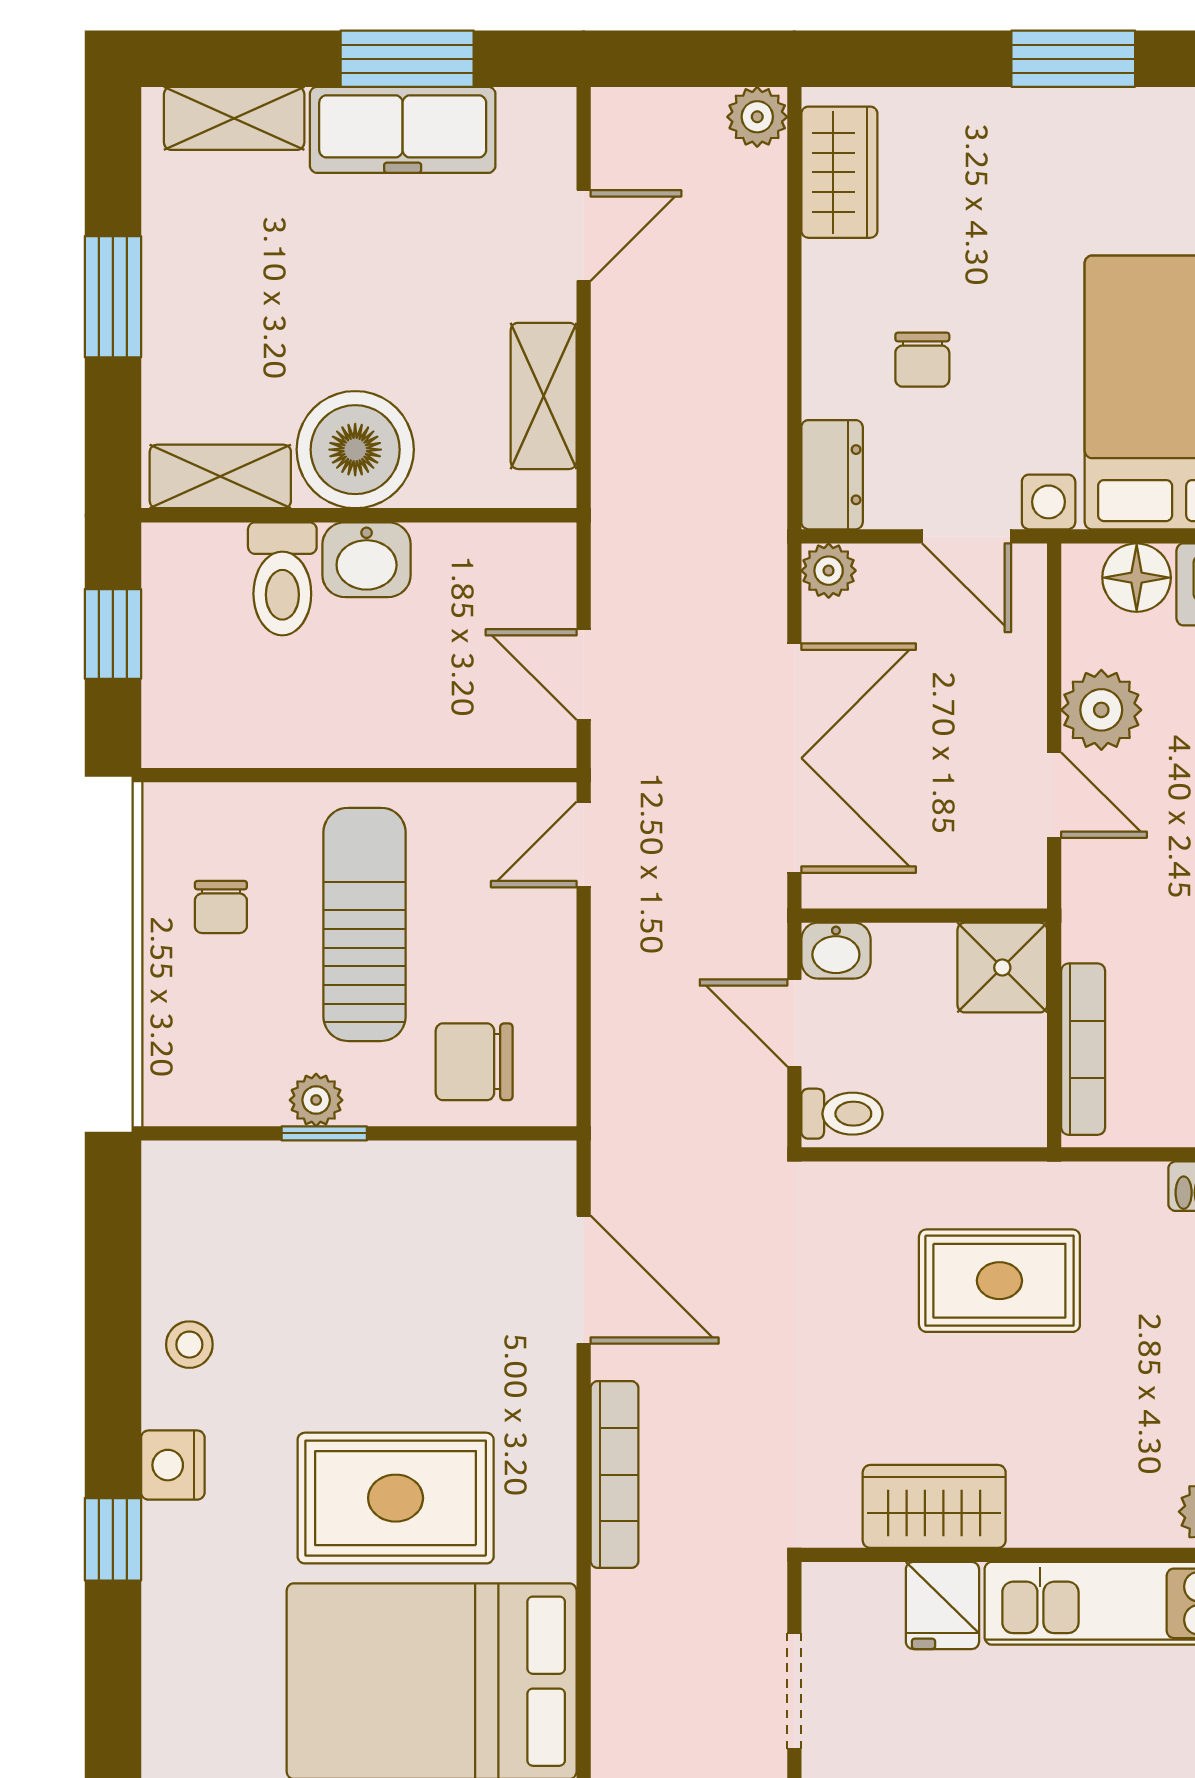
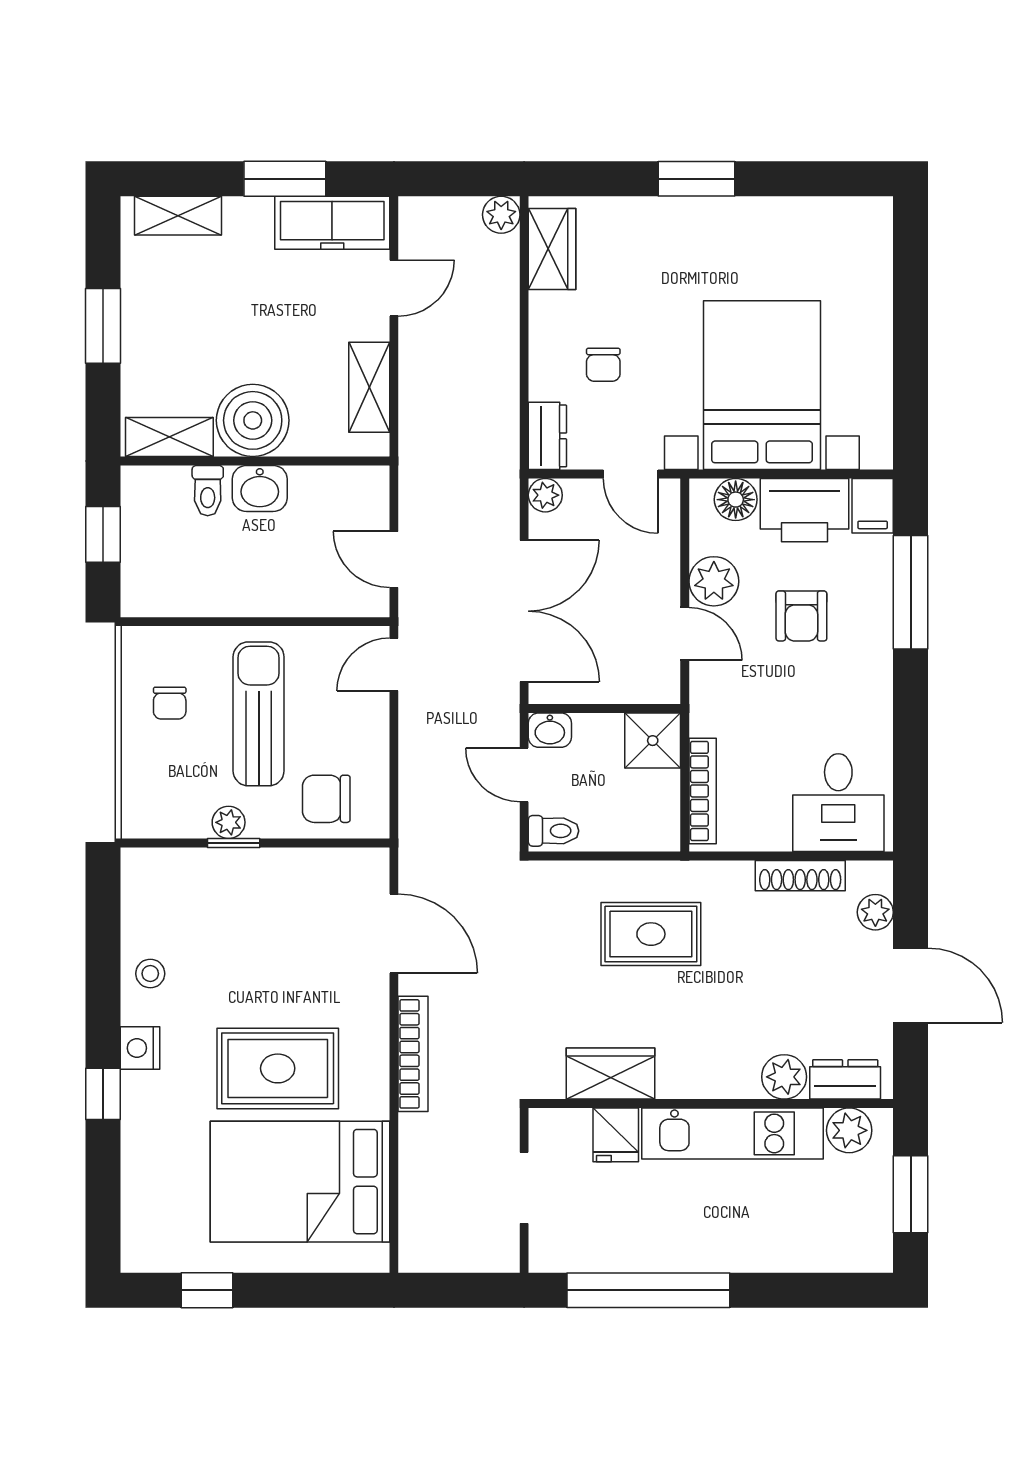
freezer: (403, 130) -> (332, 223), moved
toilet: (282, 579) -> (208, 491), width x0.73, depth x0.72

